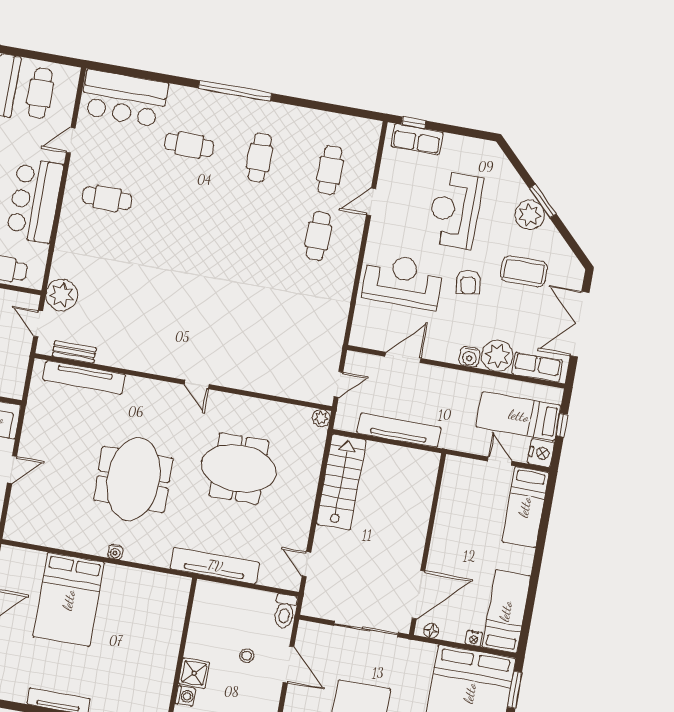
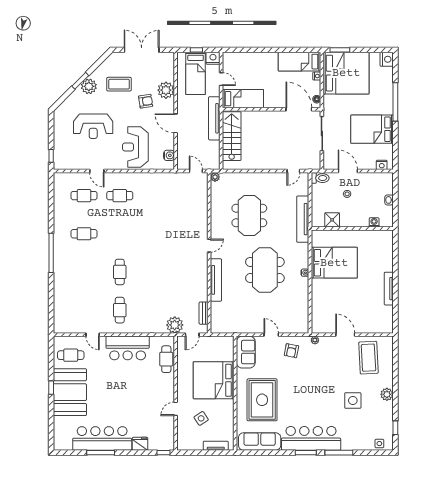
bar counter: (124, 99) -> (66, 311), removed
row of seats: (417, 139) -> (60, 153), removed
cafe table: (189, 145) -> (120, 272), moved
coffee table: (524, 271) -> (119, 84), turned 90
armchair: (468, 282) -> (146, 101), moved
double door: (580, 324) -> (142, 50), swing flipped
door: (403, 357) -> (176, 123), moved
water cooler: (470, 357) -> (169, 155), moved
row of seats: (537, 367) -> (168, 68), removed
tv unit: (84, 377) -> (216, 280), moved
tv unit: (399, 430) -> (214, 118), moved
door: (500, 461) -> (221, 79), swing flipped
meeting table: (133, 479) -> (265, 270), turned 90
stairs: (341, 482) -> (232, 136), moved, turned 90
bed: (525, 507) -> (243, 99), moved
bed: (69, 600) -> (334, 263), moved
door: (289, 665) -> (348, 171), hinge flipped
shower: (194, 673) -> (332, 220), moved

